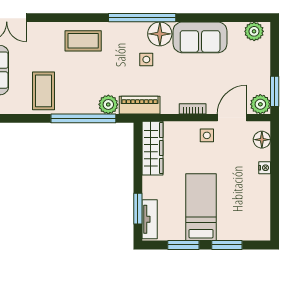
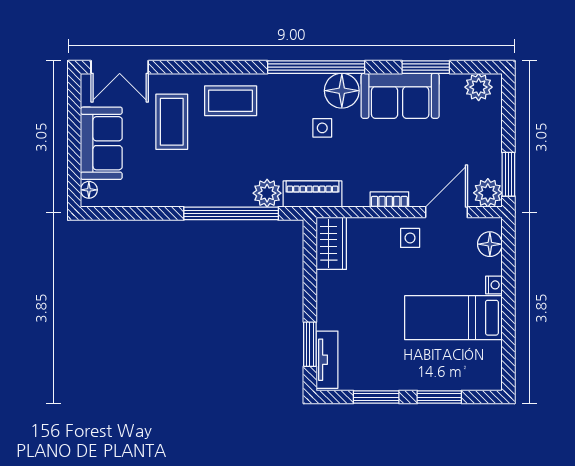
window: (218, 18) -> (426, 67), added
coffee table: (43, 91) -> (172, 122), moved
wardrobe: (153, 148) -> (331, 243), width x0.67
bed: (201, 207) -> (453, 318), moved, turned -90

